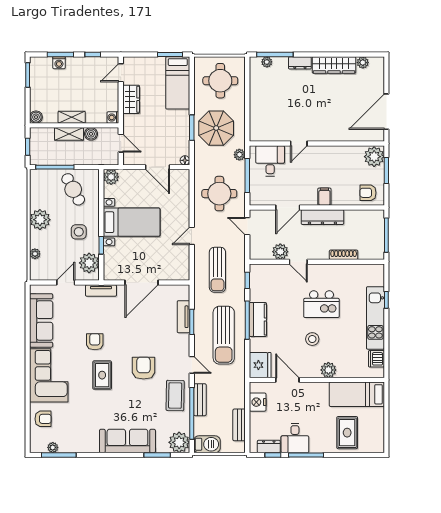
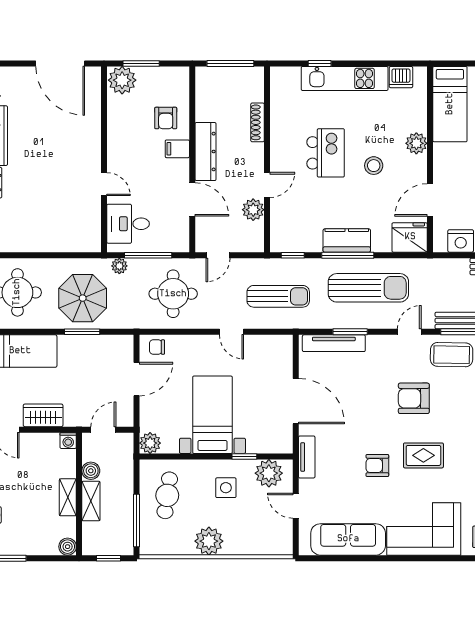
floor lamp: (185, 160) -> (127, 341), removed
chair: (181, 182) -> (157, 347), added
cafe table: (73, 189) -> (167, 495), turned -54
armchair: (368, 193) -> (166, 118), moved
plant: (35, 254) -> (256, 548), removed
tv unit: (183, 317) -> (334, 343), width x1.41

